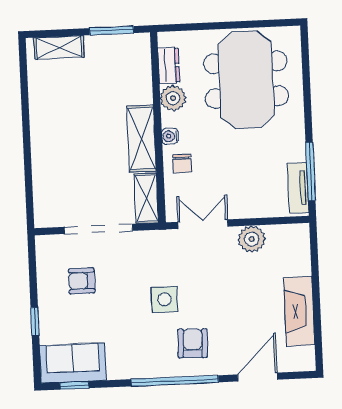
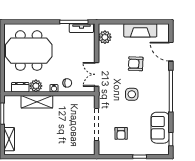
shelving: (142, 138) -> (37, 102), moved
shelving: (146, 198) -> (83, 101), removed
plant: (252, 239) -> (105, 37), moved
armchair: (193, 343) -> (136, 64), moved
sofa: (73, 363) -> (160, 128), moved

